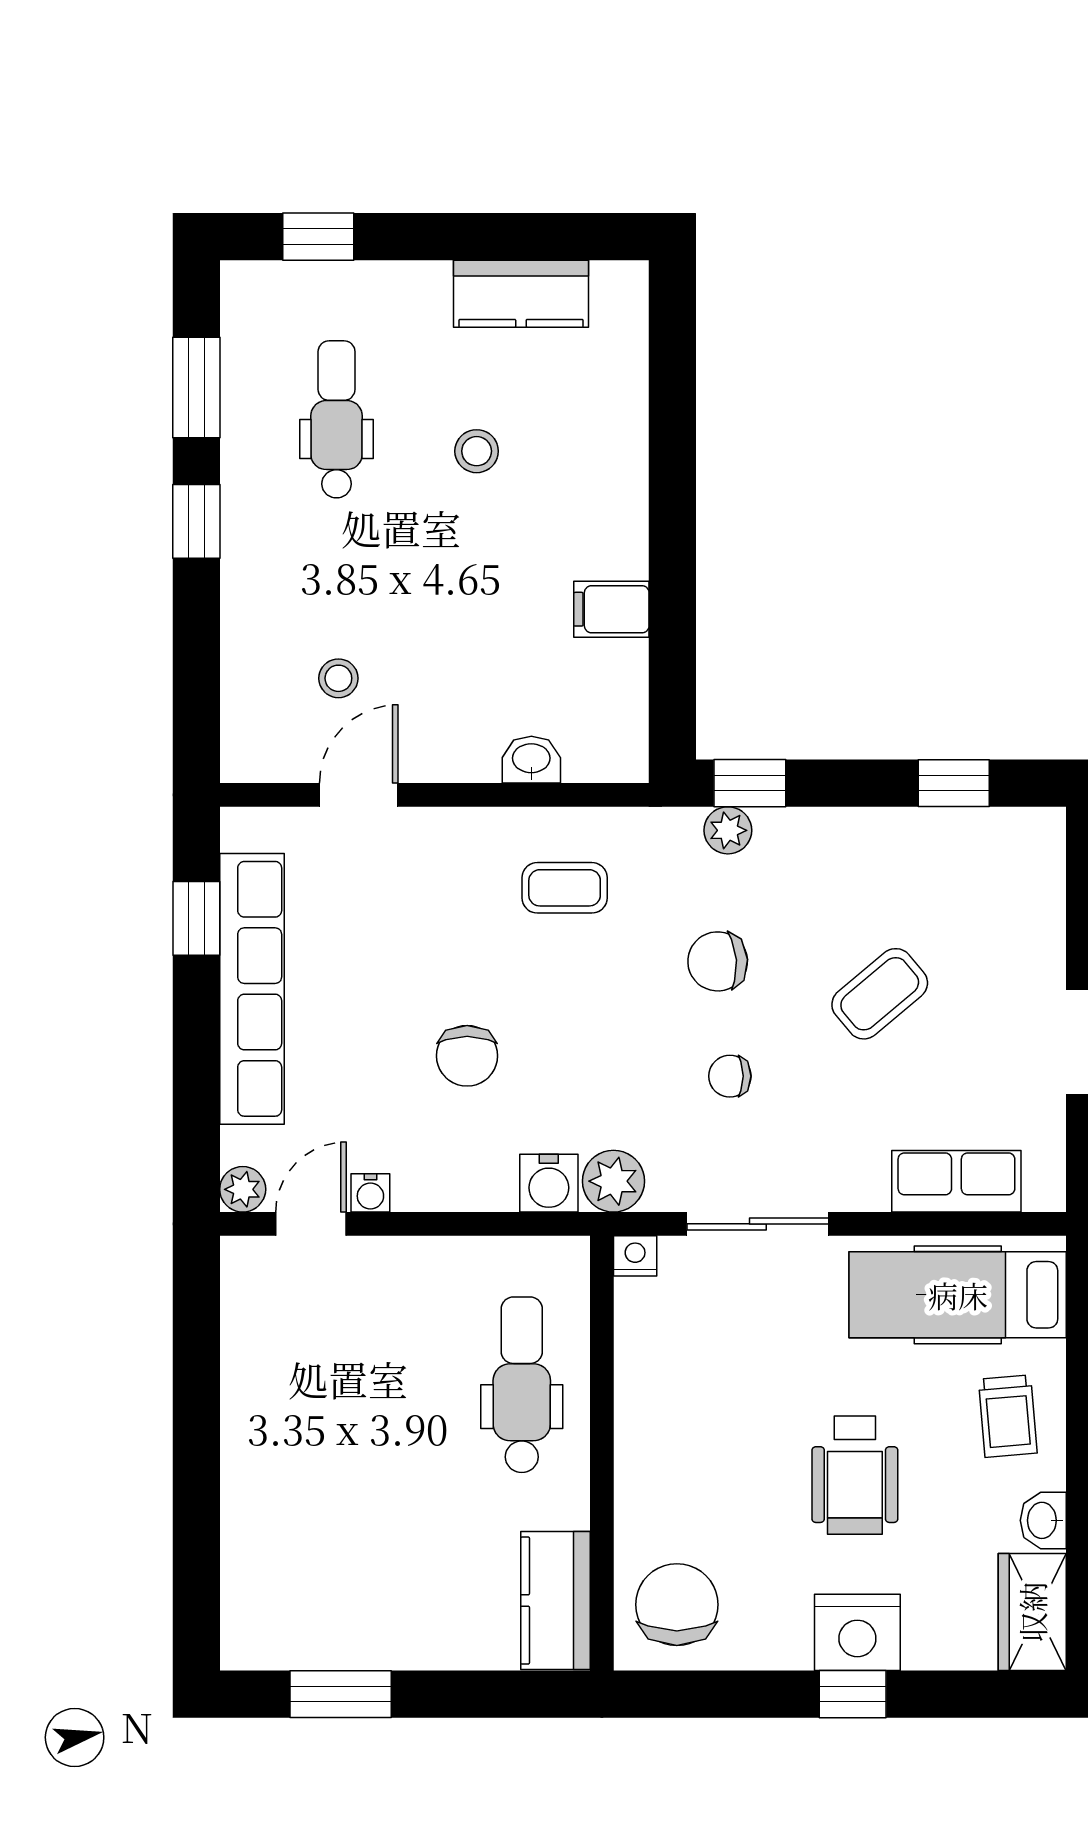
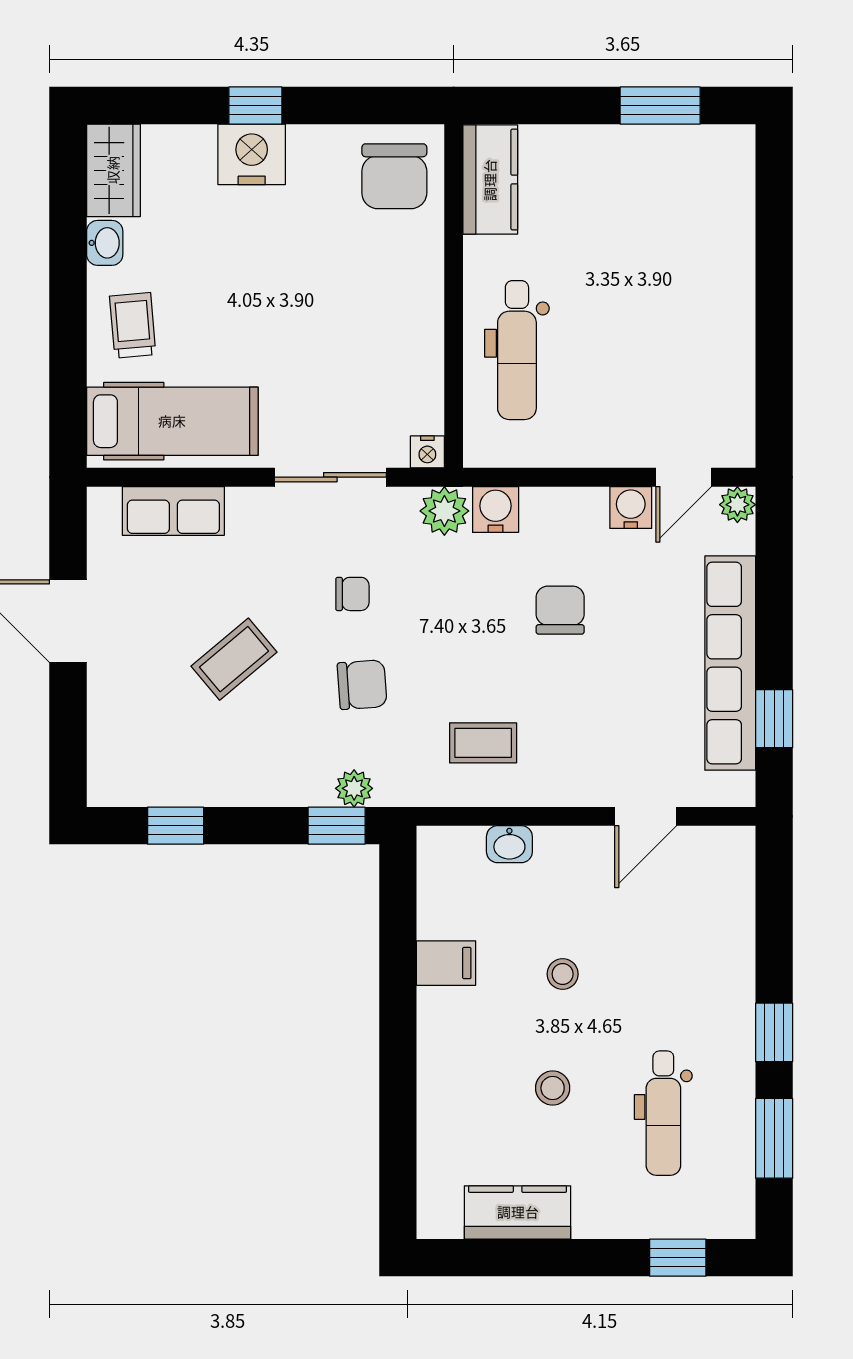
stool: (338, 678) -> (563, 974), moved
water cooler: (370, 1193) -> (631, 507), width x1.38, depth x1.38
wheelchair: (855, 1475) -> (254, 279), removed

